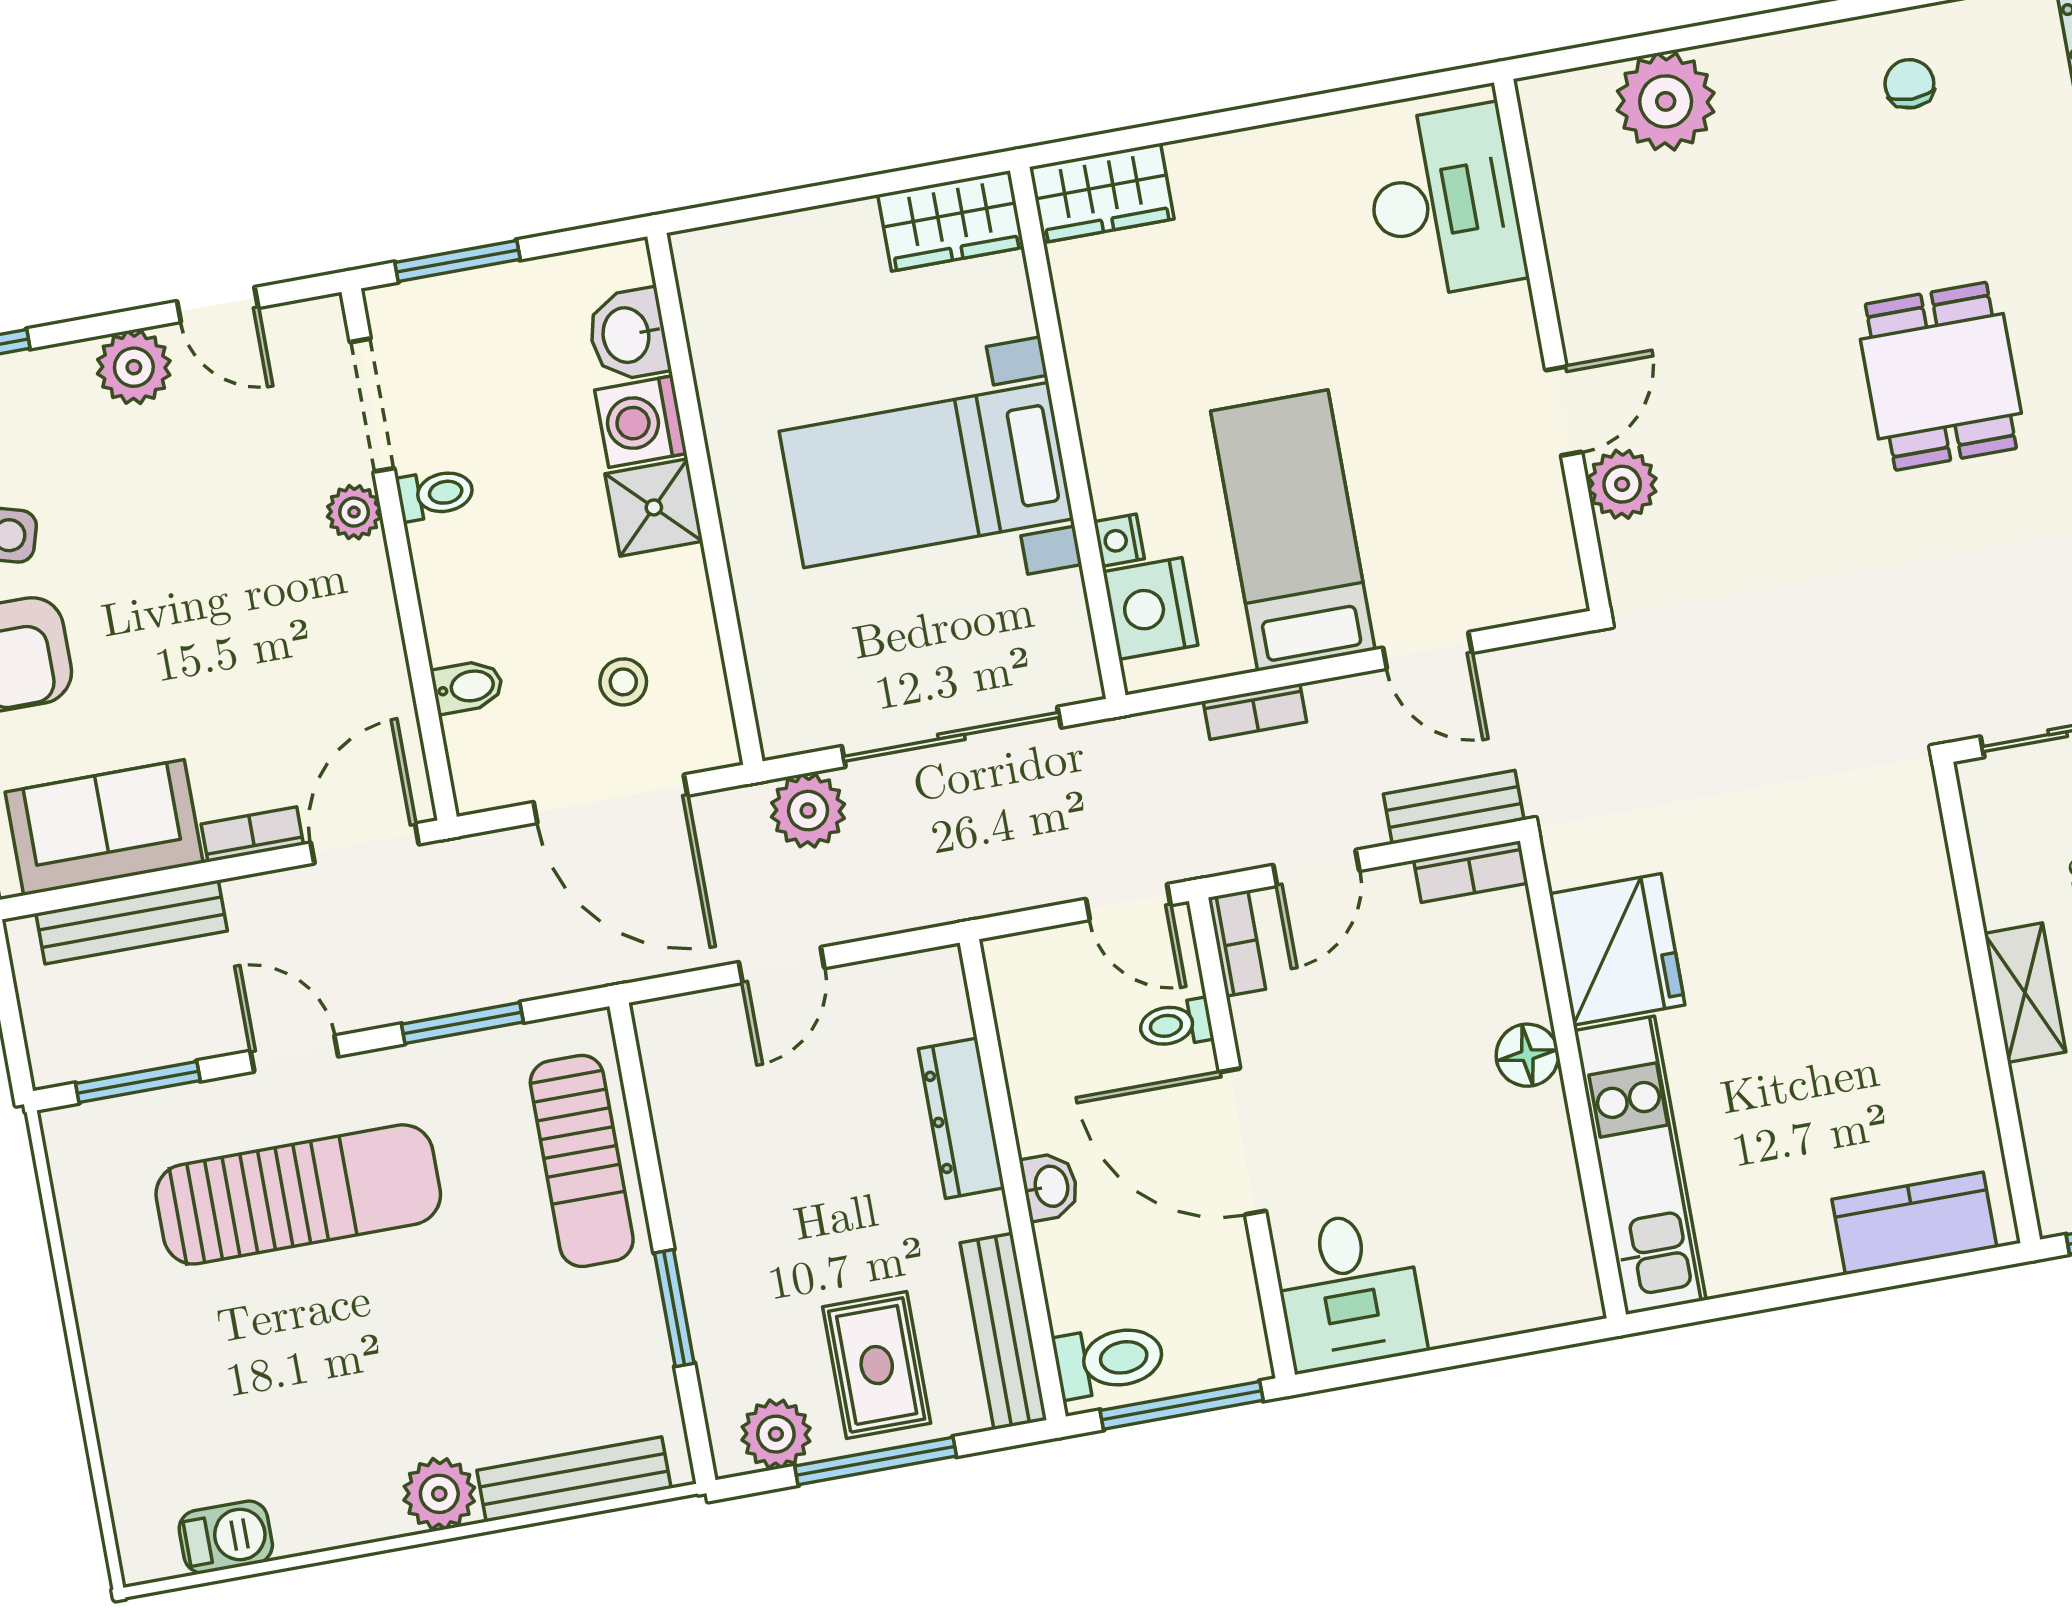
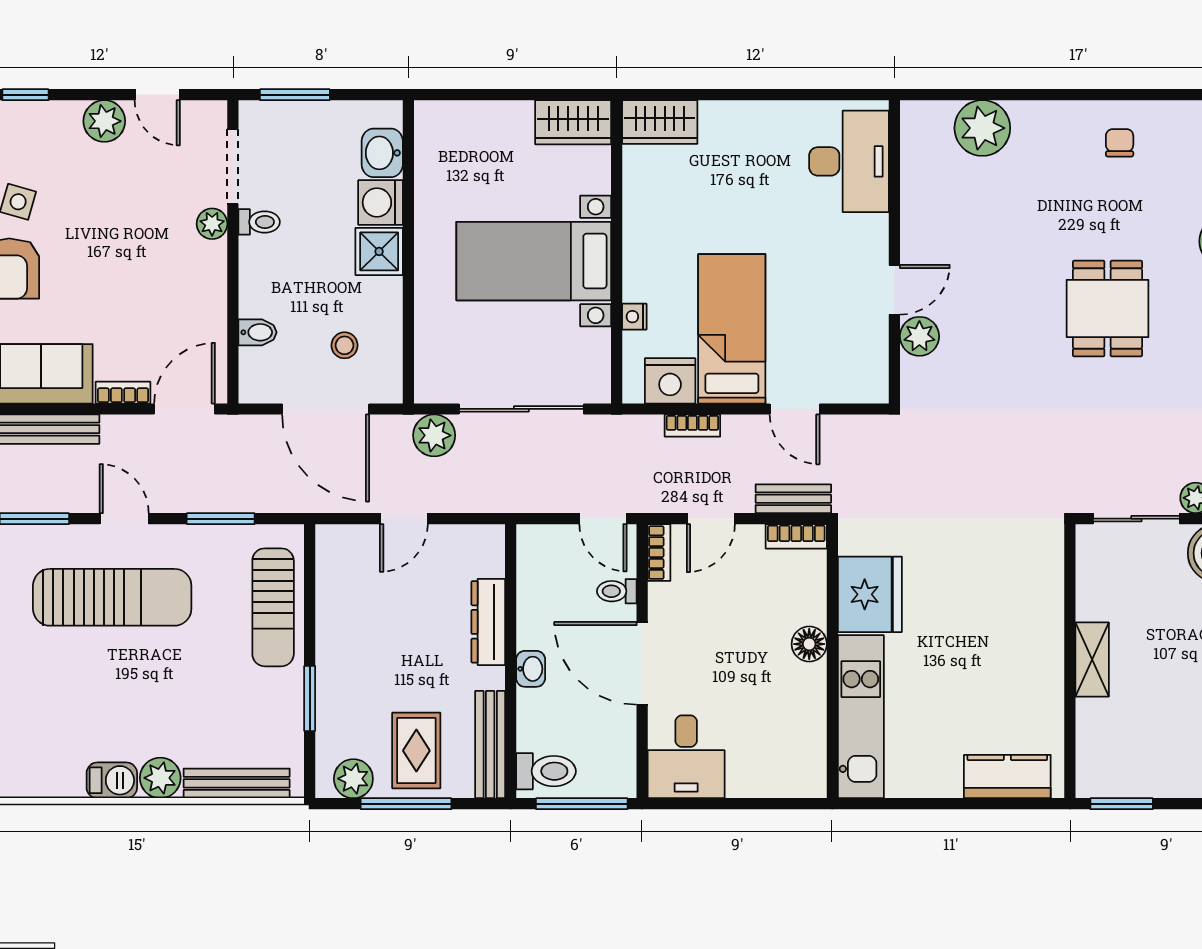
nightstand: (1150, 608) -> (670, 381), moved, turned -90
barbecue: (226, 1537) -> (112, 780), moved

